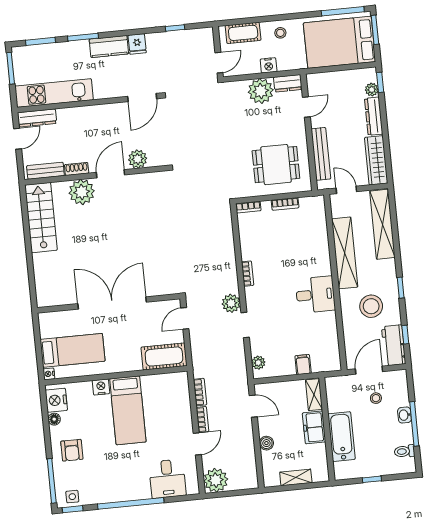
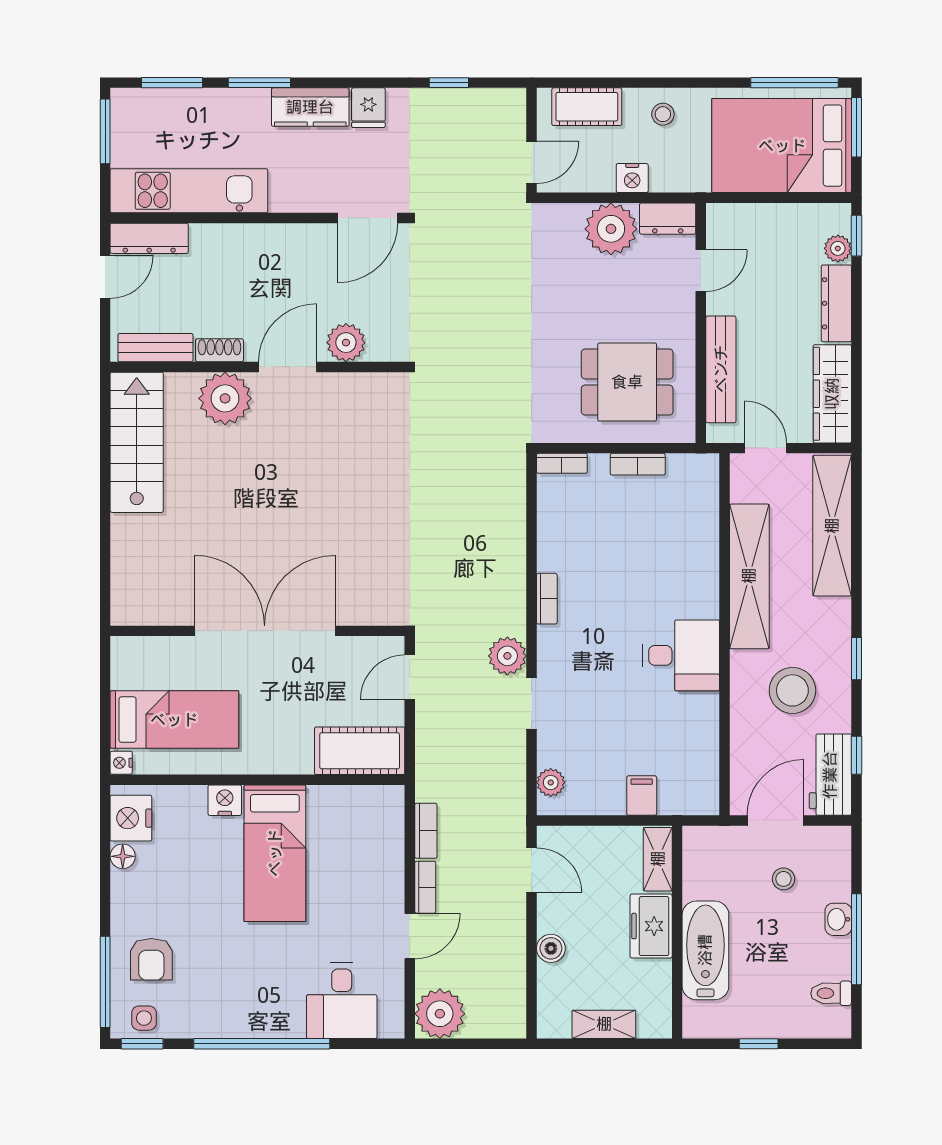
armchair: (72, 450) -> (151, 959), moved

